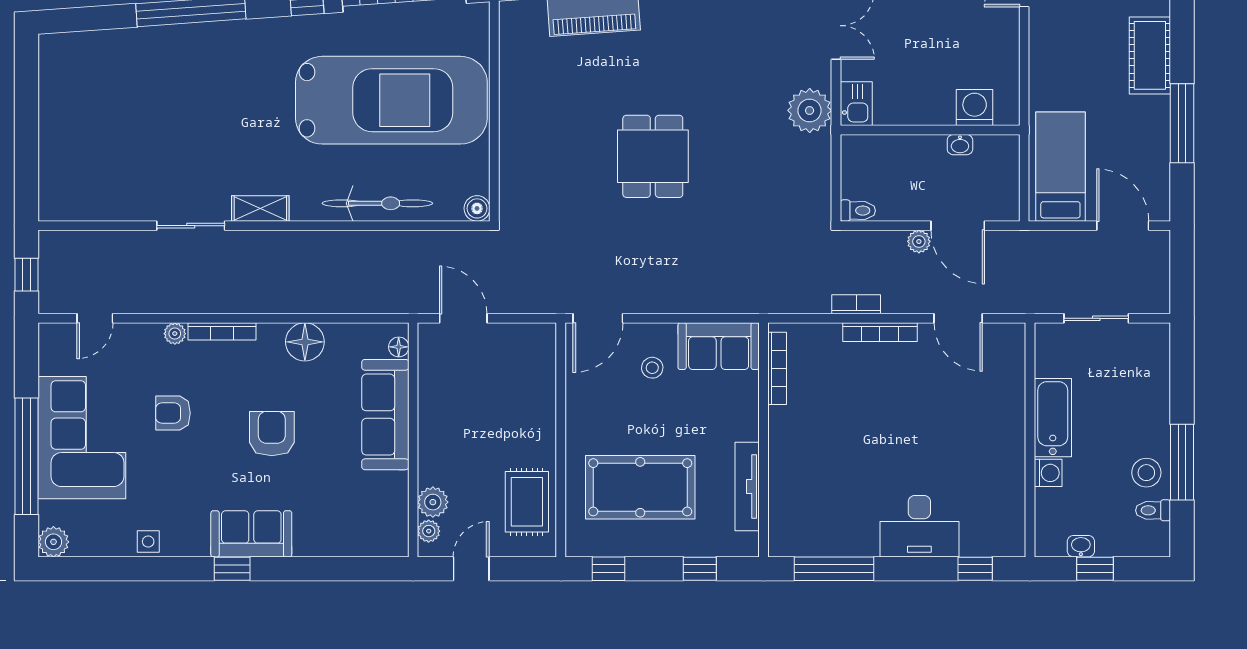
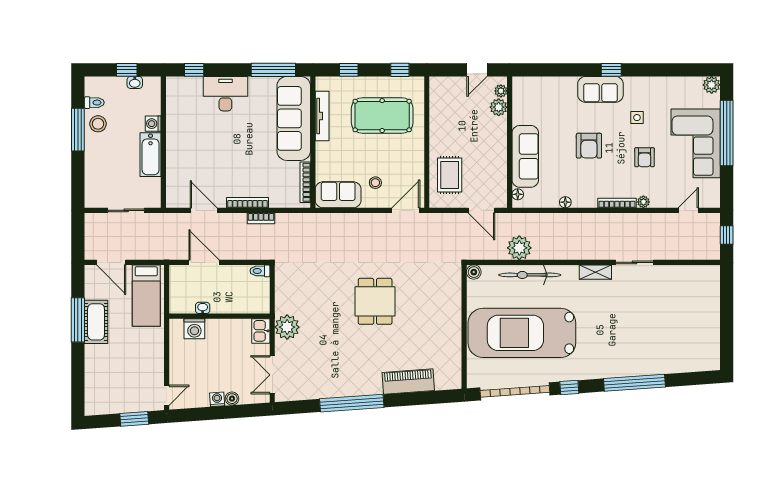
cot: (1150, 55) -> (96, 322), moved
plant: (919, 241) -> (519, 248), moved, width x1.88, depth x1.88
floor lamp: (305, 342) -> (565, 202), width x0.53, depth x0.53
armchair: (173, 413) -> (644, 157), turned 90
sofa: (798, 482) -> (294, 118), added
rug: (527, 502) -> (450, 175), moved
side table: (148, 542) -> (637, 118), moved

